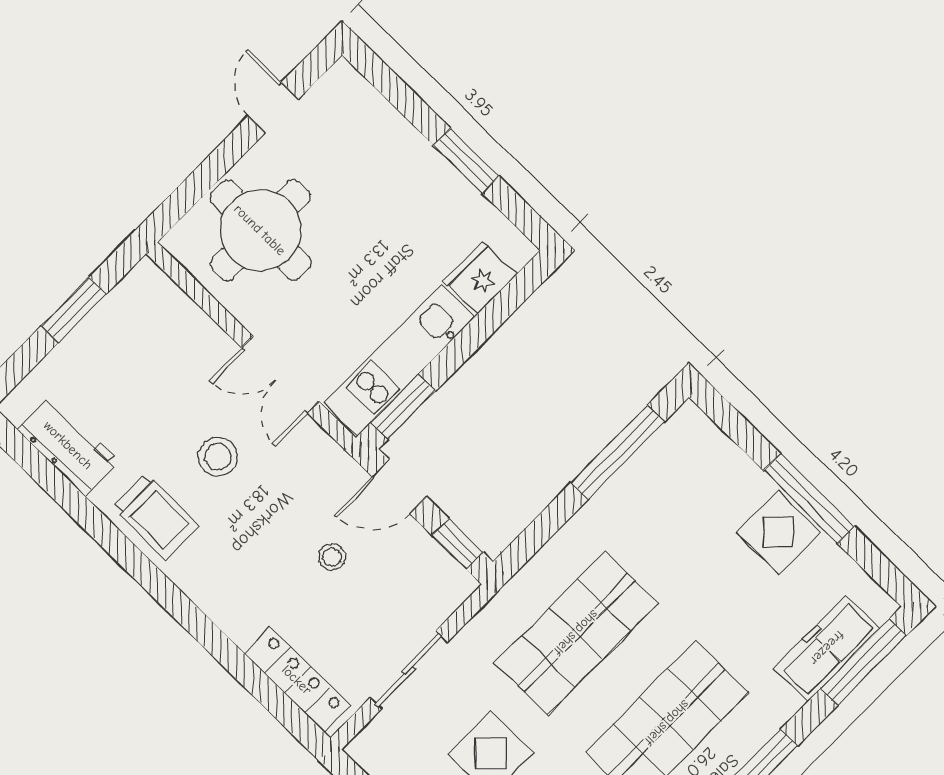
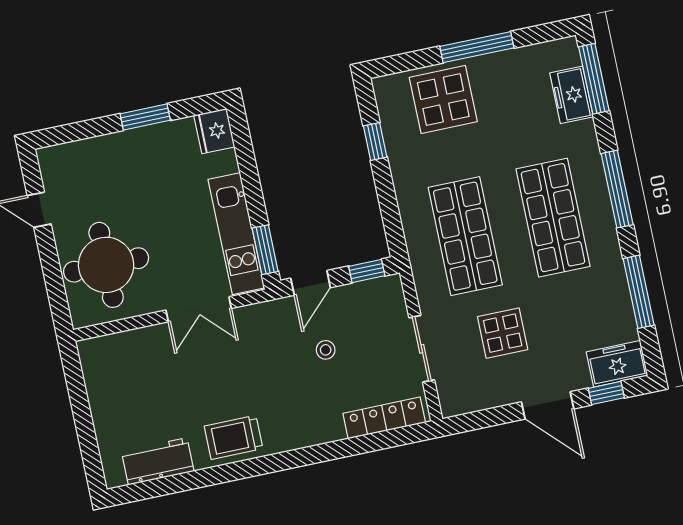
fridge: (480, 278) -> (214, 131), moved
window: (74, 310) -> (80, 405), removed
window: (618, 452) -> (375, 142), width x0.46
stool: (218, 457) -> (222, 378), removed
trolley: (156, 517) -> (234, 437), turned 180
display table: (779, 532) -> (443, 100), moved, width x1.36, depth x1.36
freezer: (827, 648) -> (572, 95), width x0.71

